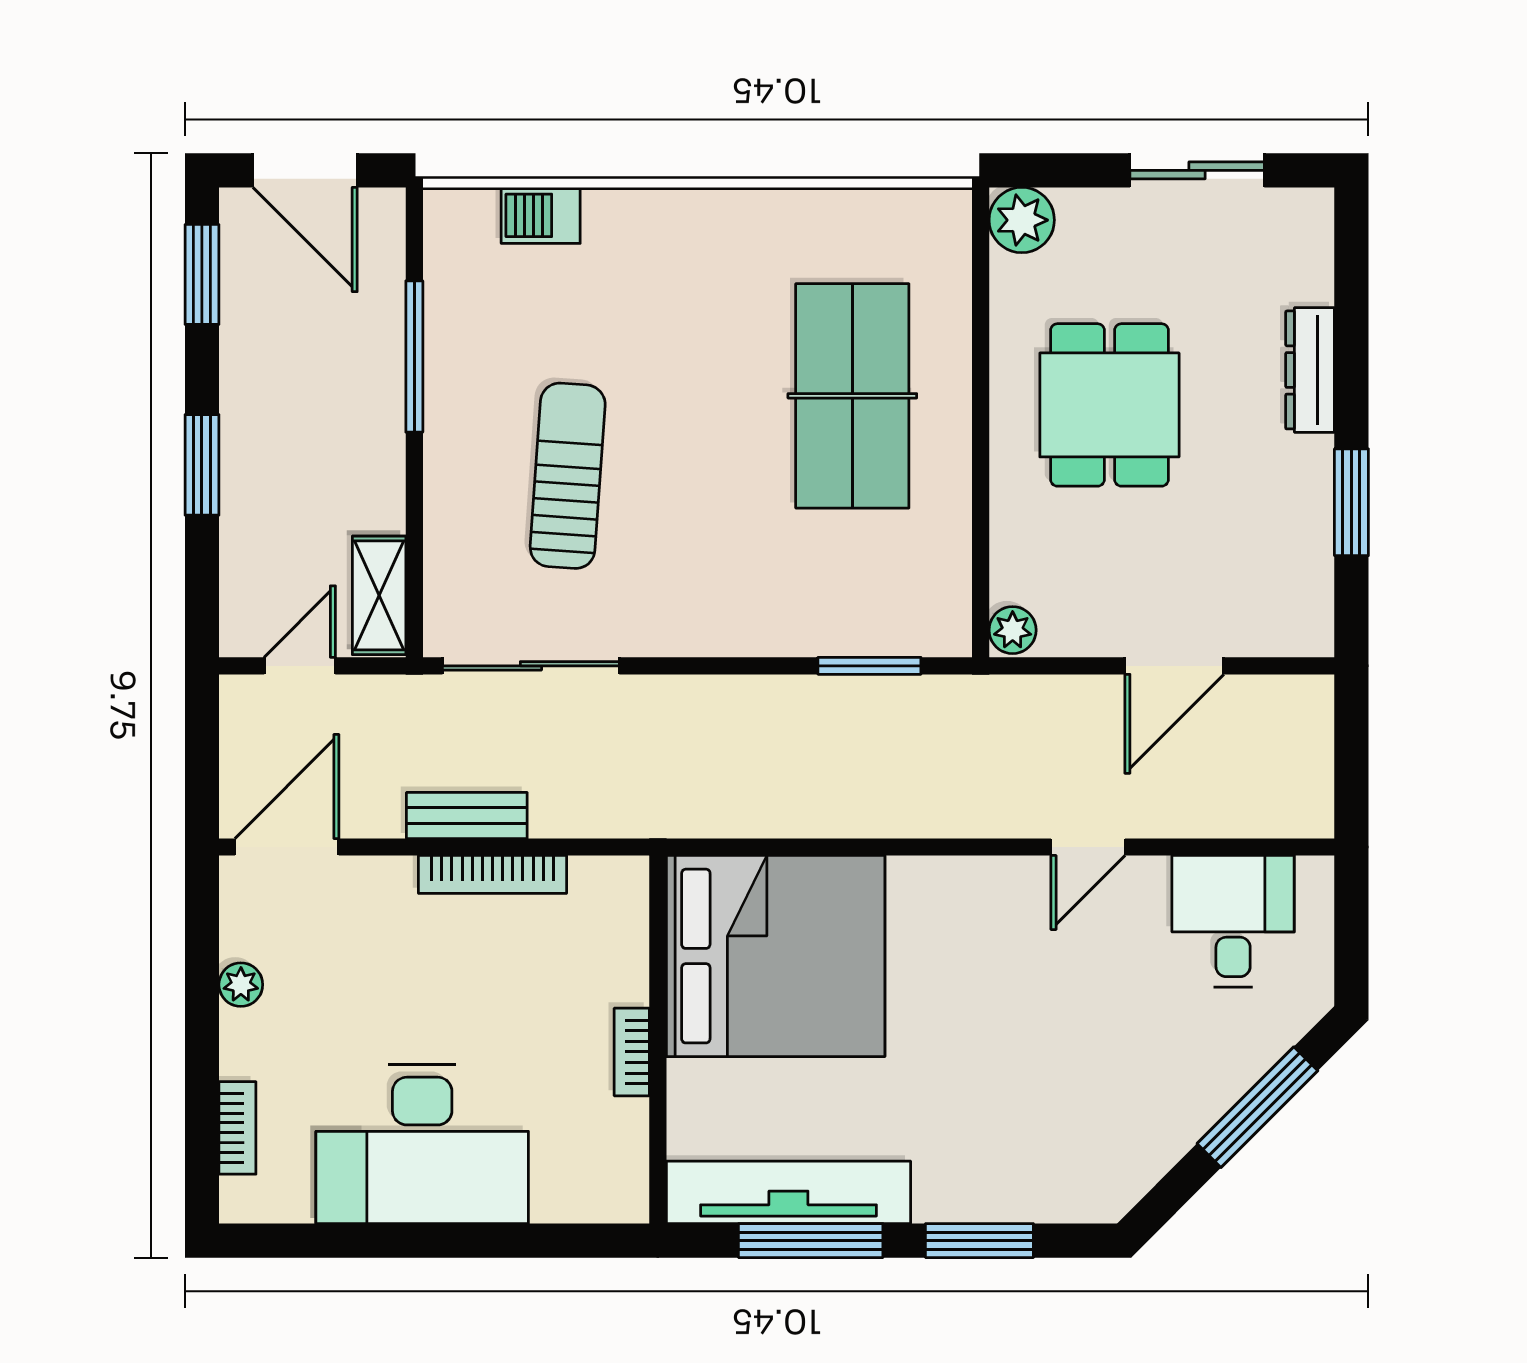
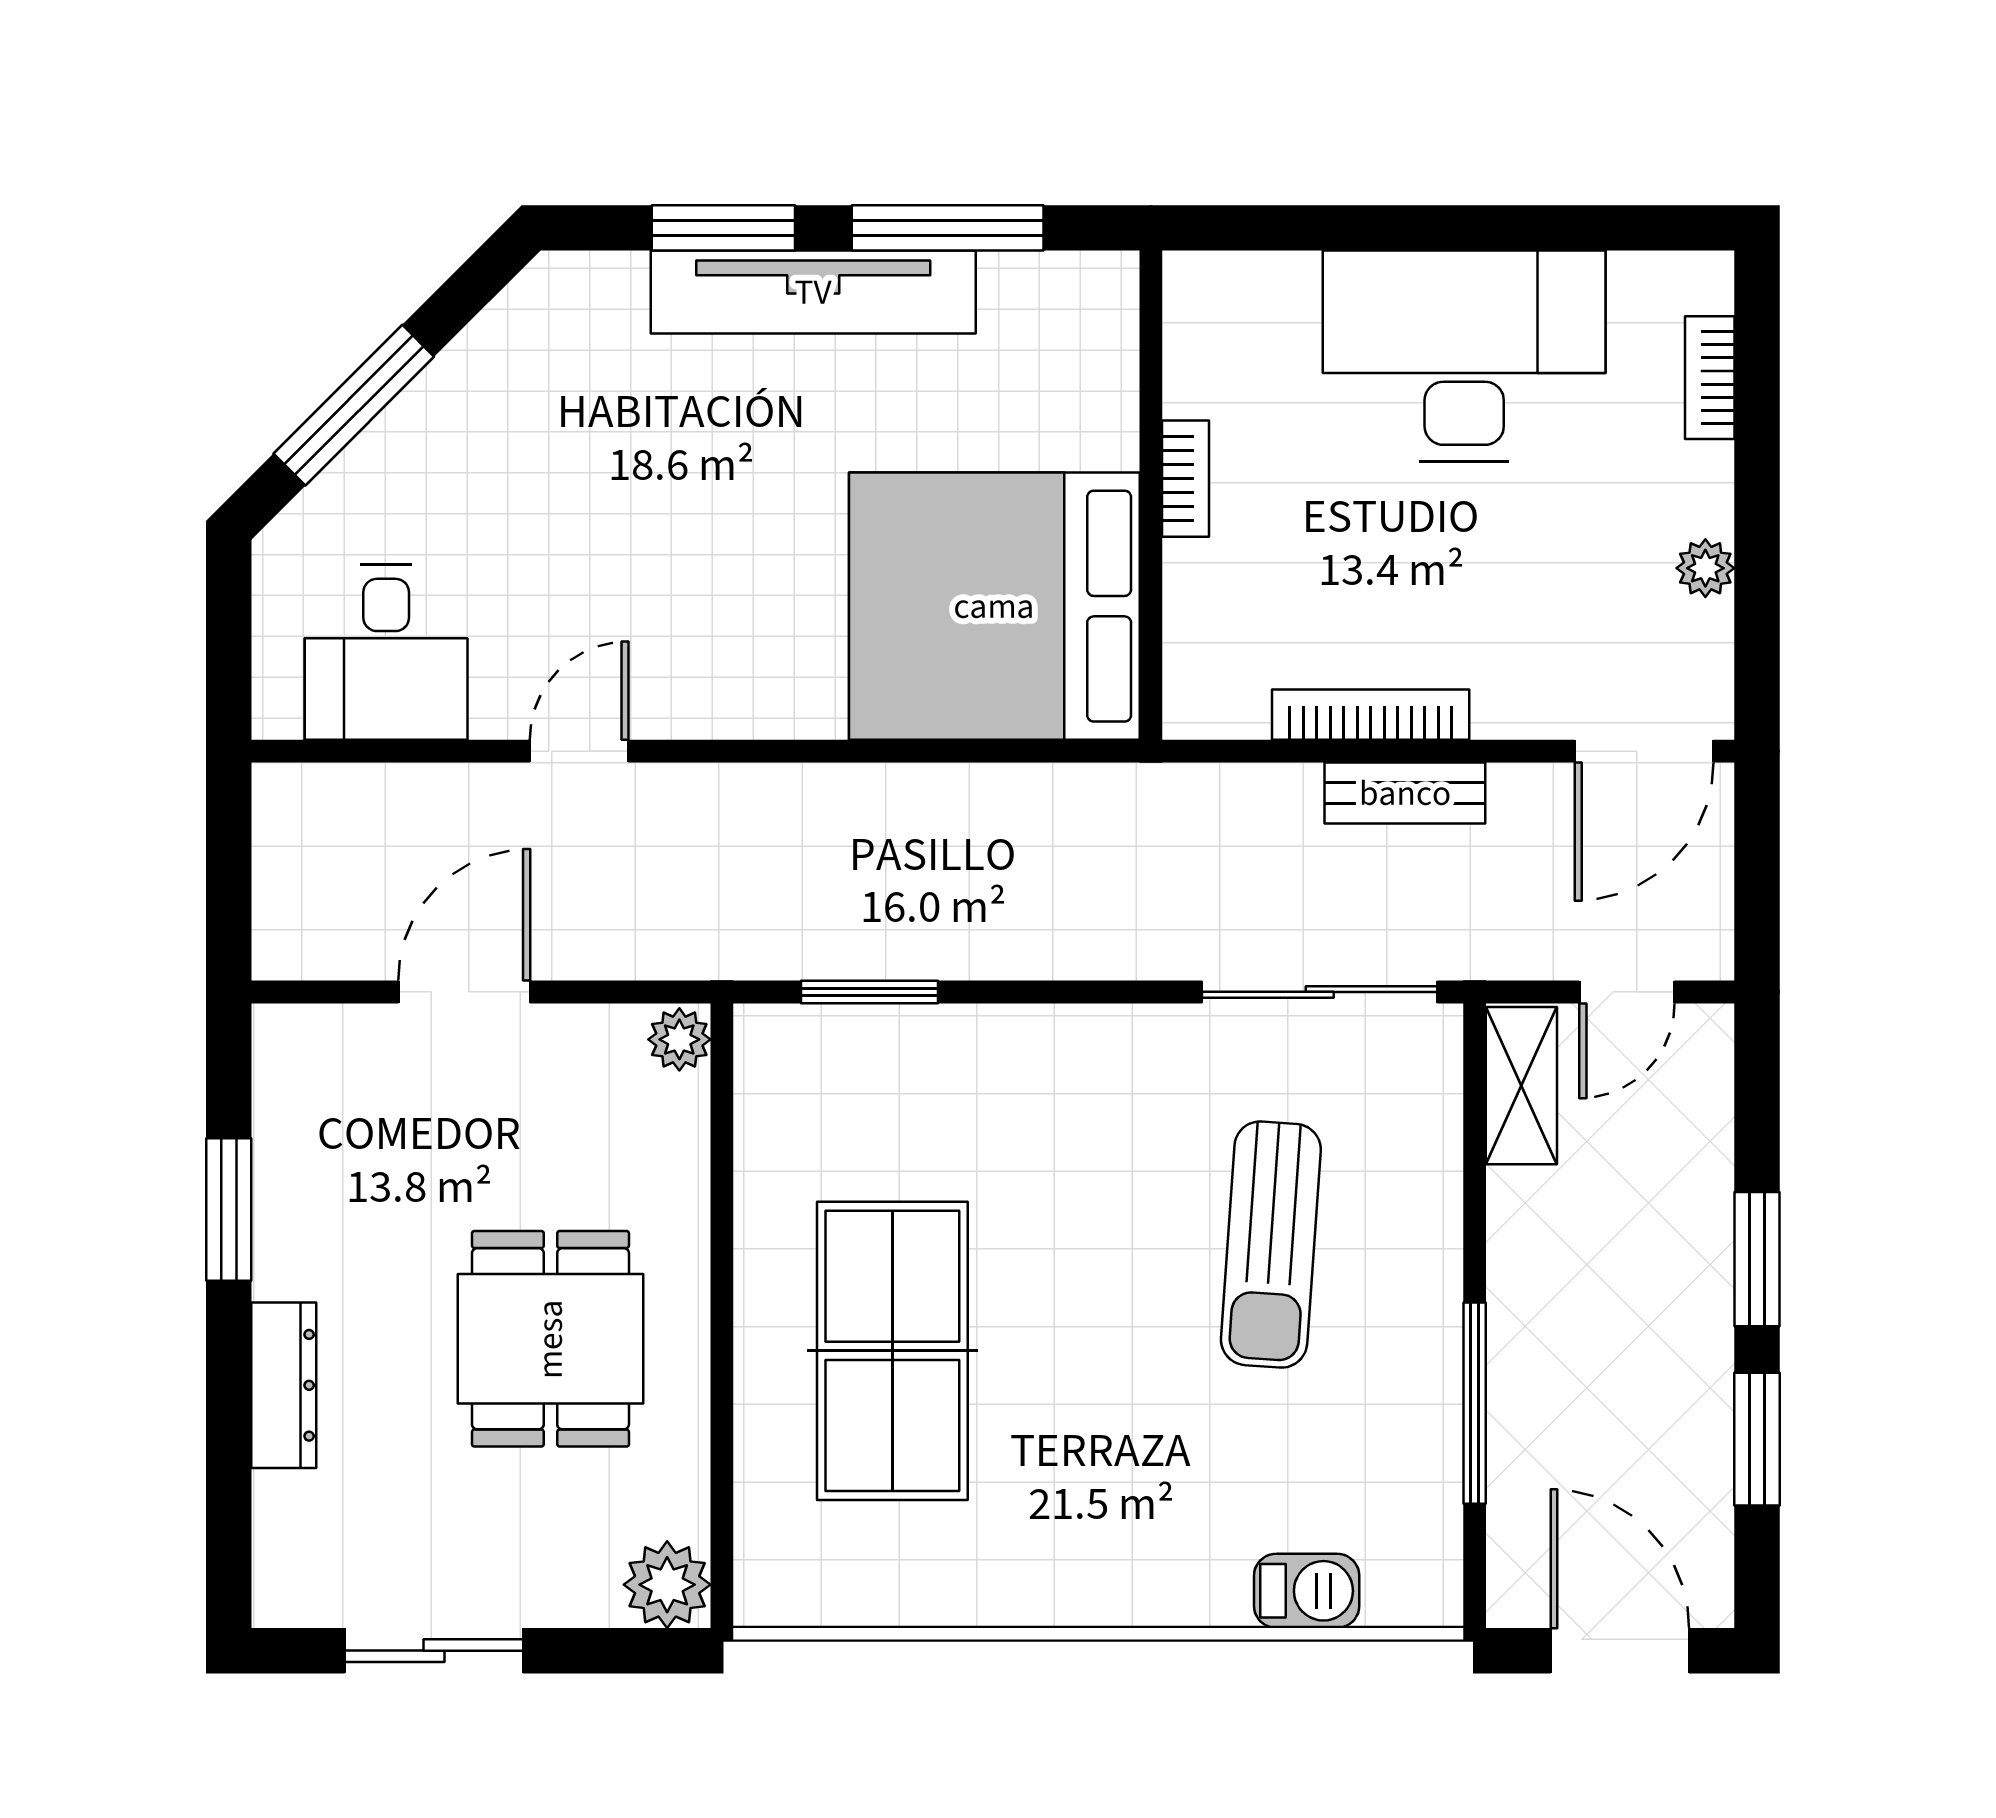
window: (202, 274) -> (1757, 1439), moved
tv unit: (788, 1192) -> (813, 292), moved

